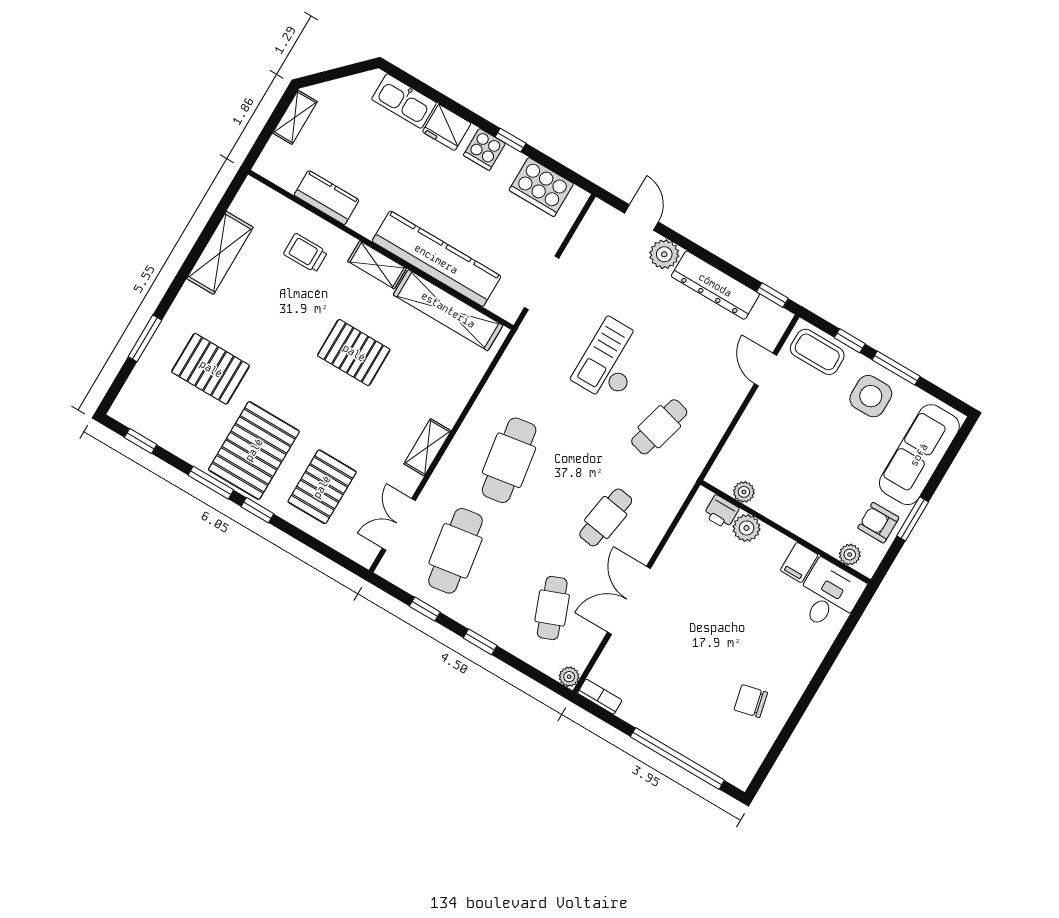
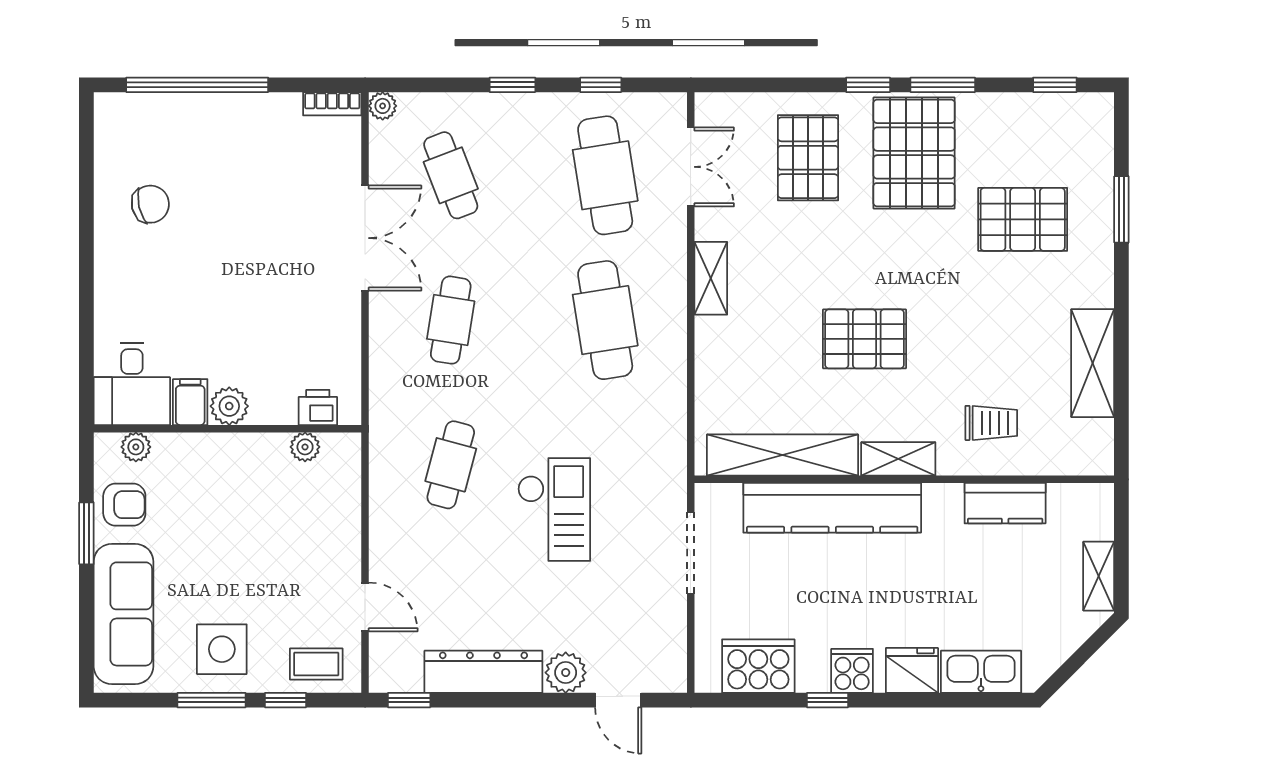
coffee table: (817, 352) -> (316, 664), width x0.73, depth x0.77
plant: (746, 528) -> (229, 406), moved

